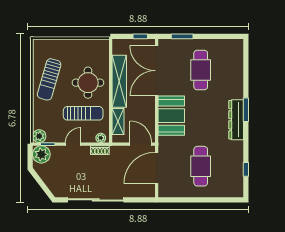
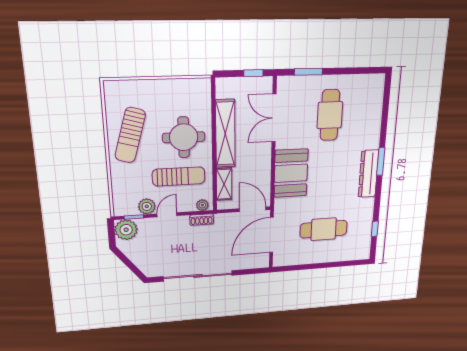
double door: (157, 71) -> (274, 118), width x0.73
plant: (39, 136) -> (147, 206), moved
cafe table: (201, 166) -> (324, 229), turned 90

